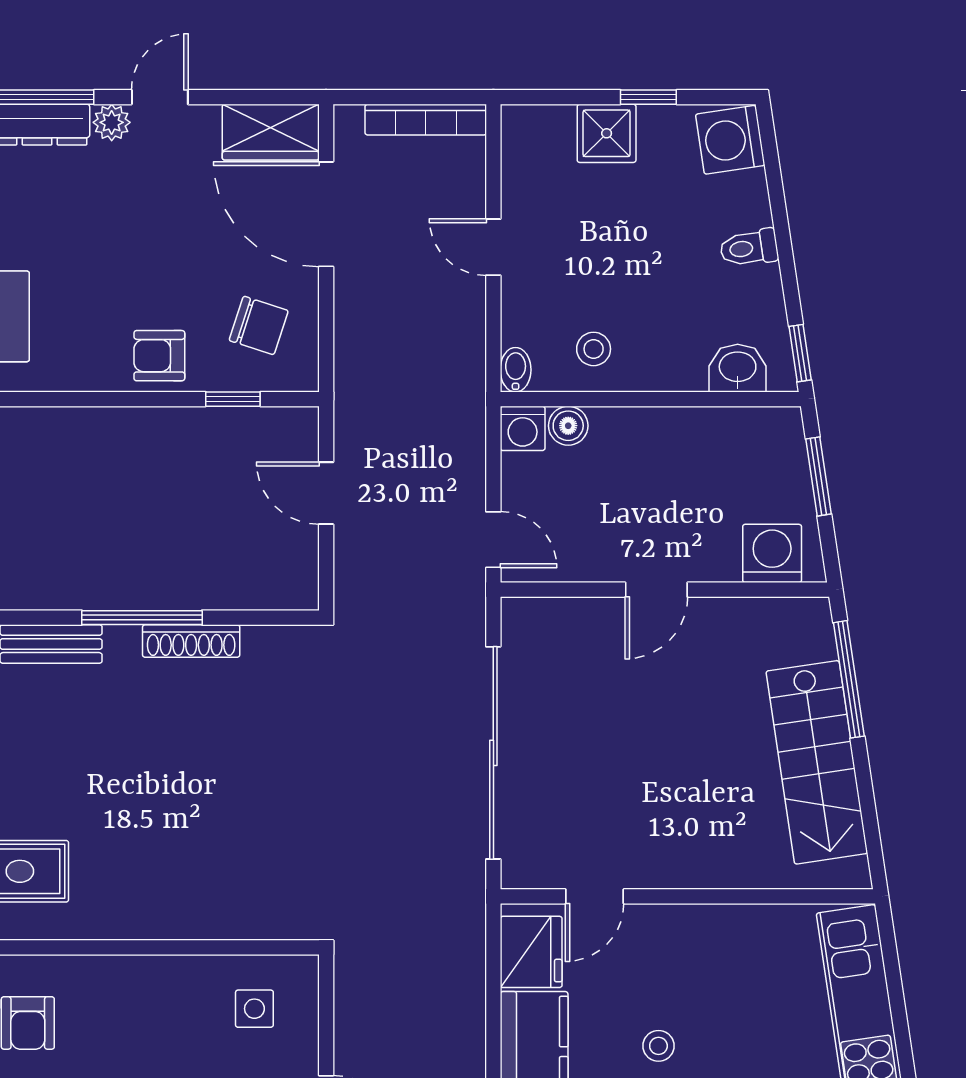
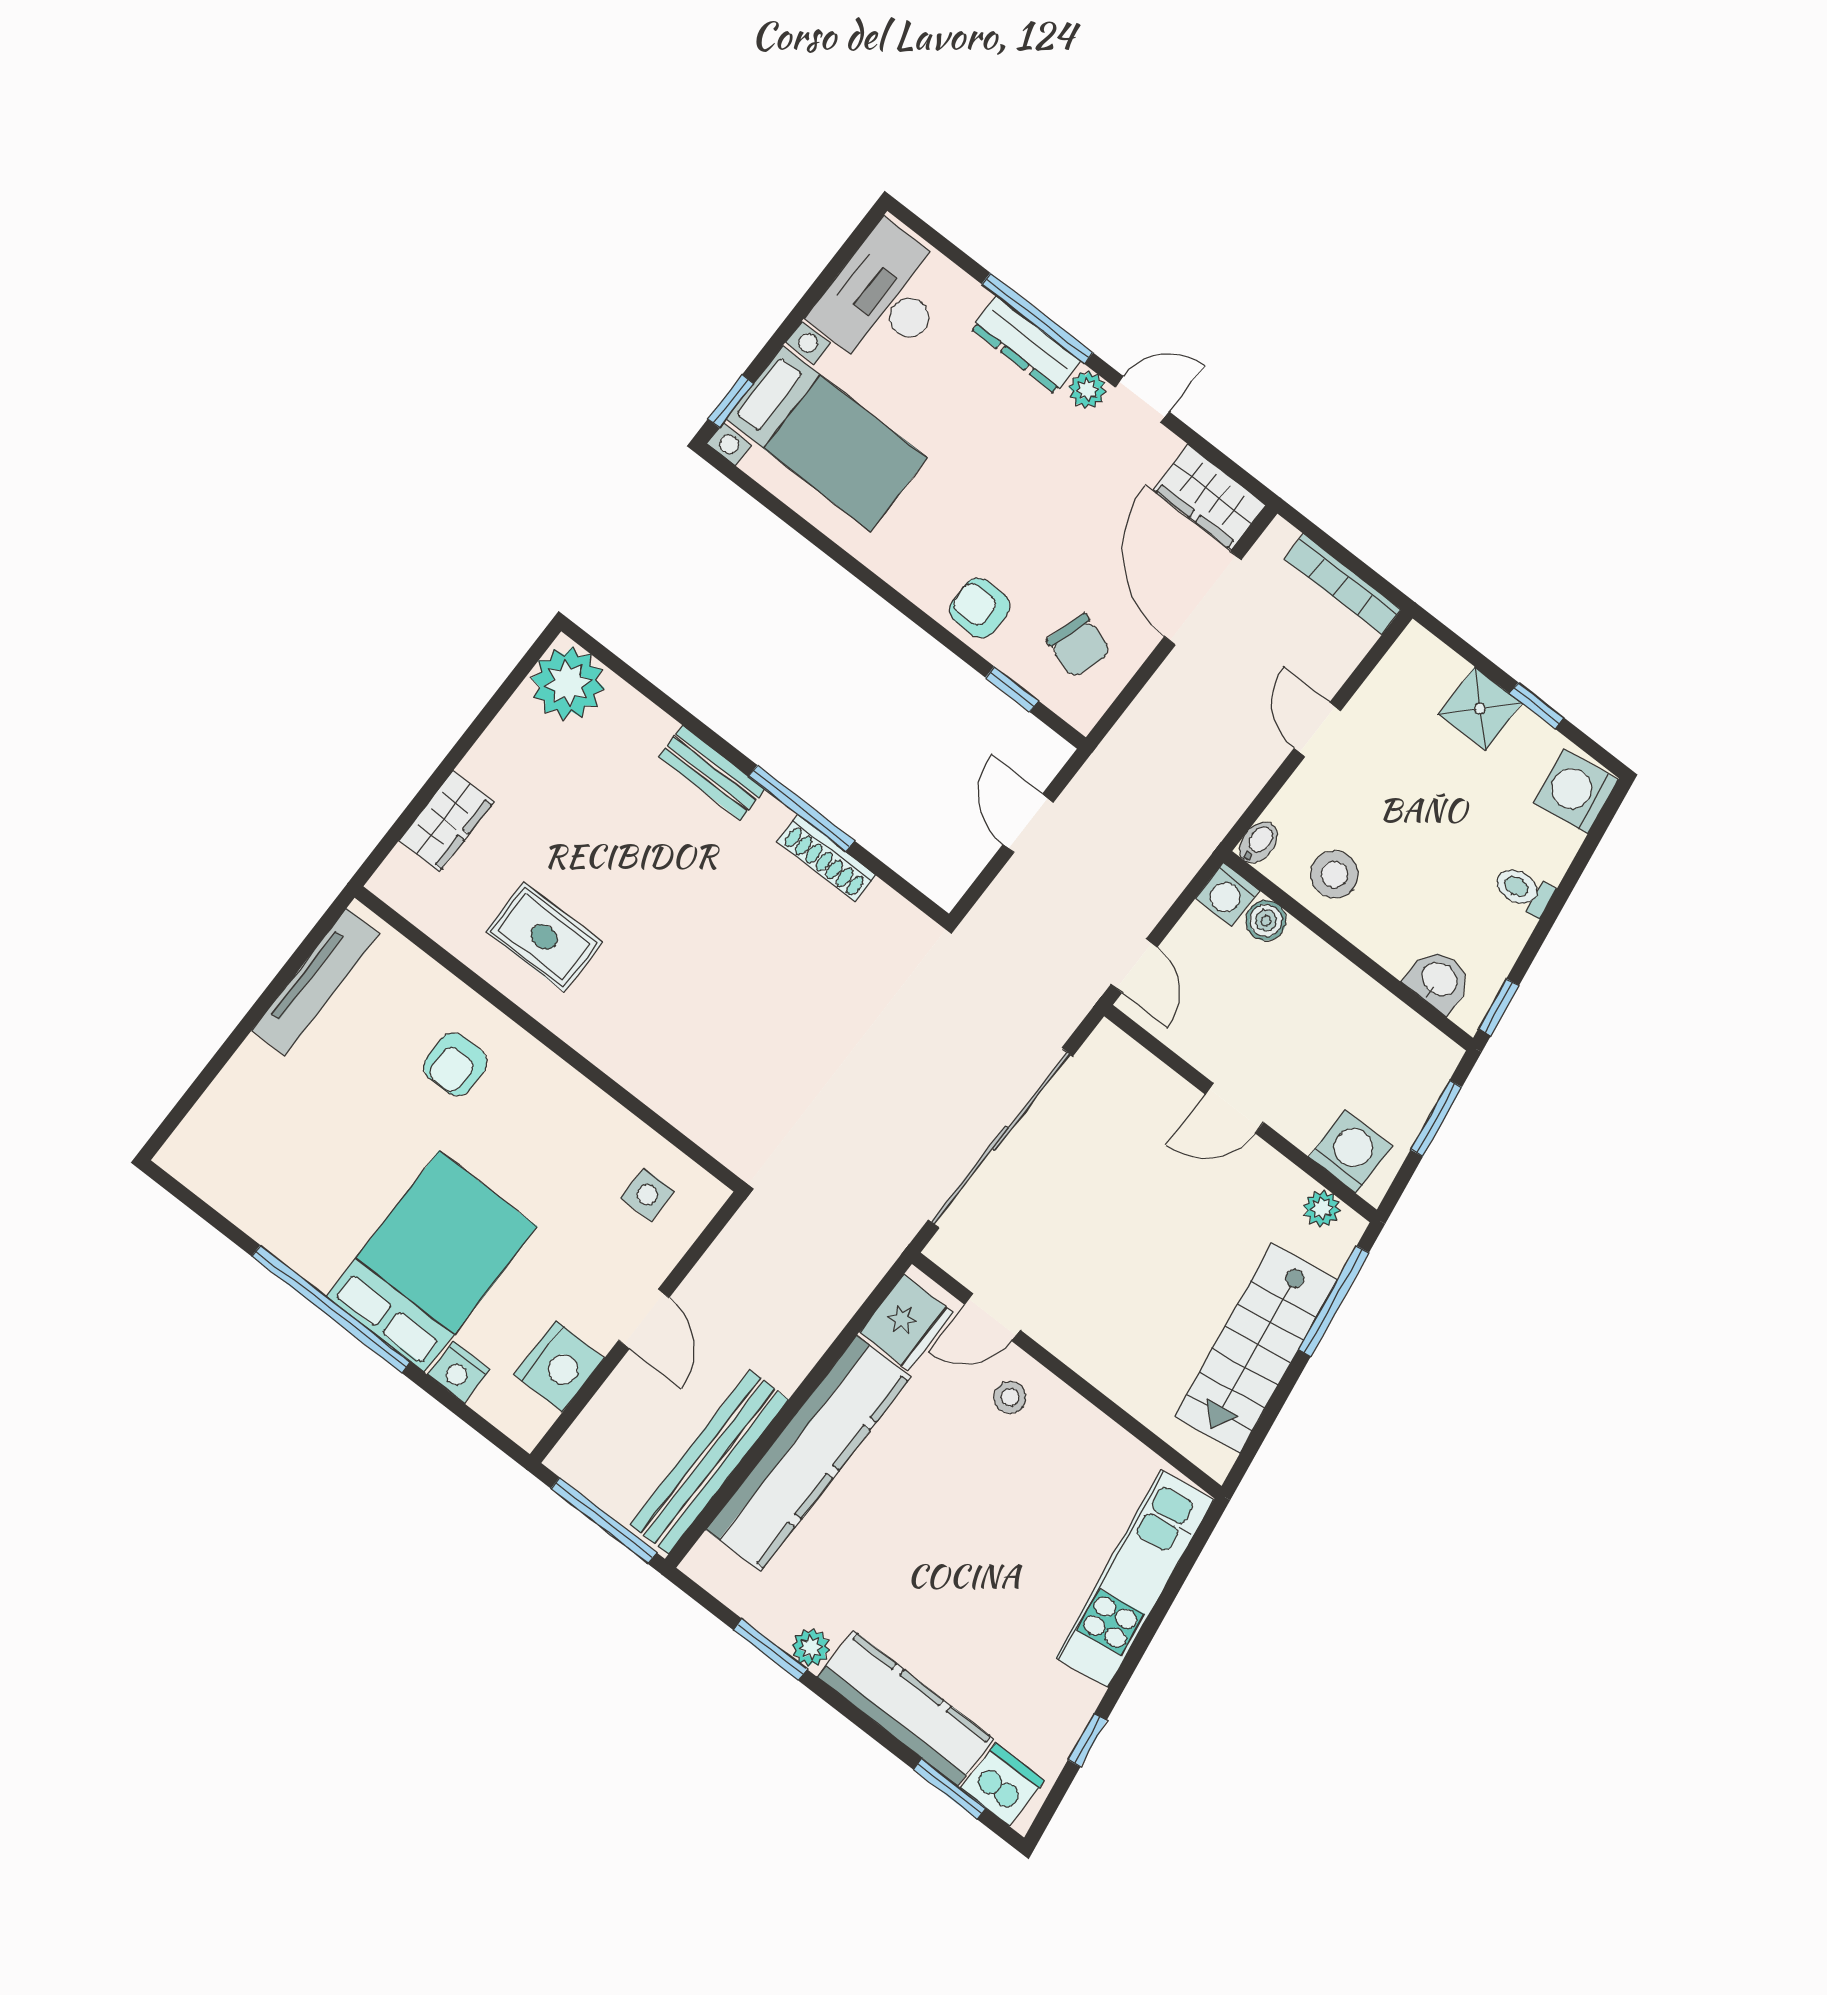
stool: (594, 349) -> (1334, 875), width x1.37, depth x1.37
plant: (784, 615) -> (1322, 1209), added
stool: (658, 1046) -> (1010, 1397), moved

